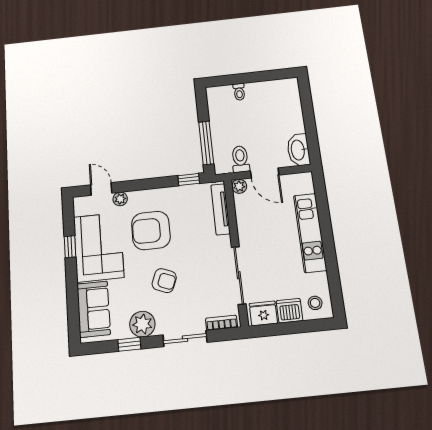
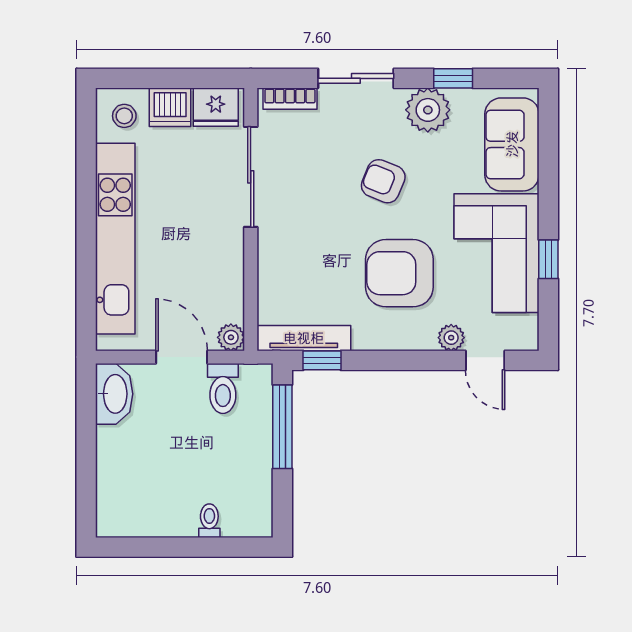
tv unit: (220, 209) -> (304, 338), moved, turned -90
armchair: (151, 230) -> (399, 273), turned 180
kitchen unit: (310, 233) -> (115, 239), width x1.36

